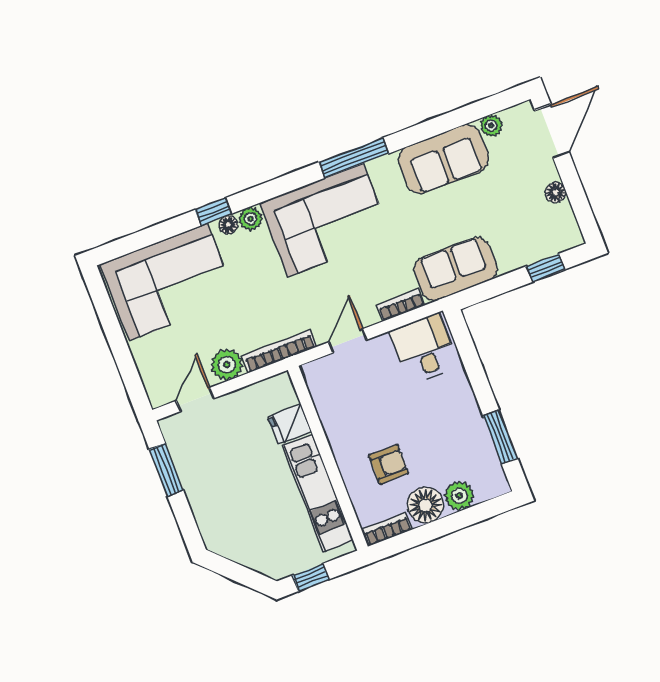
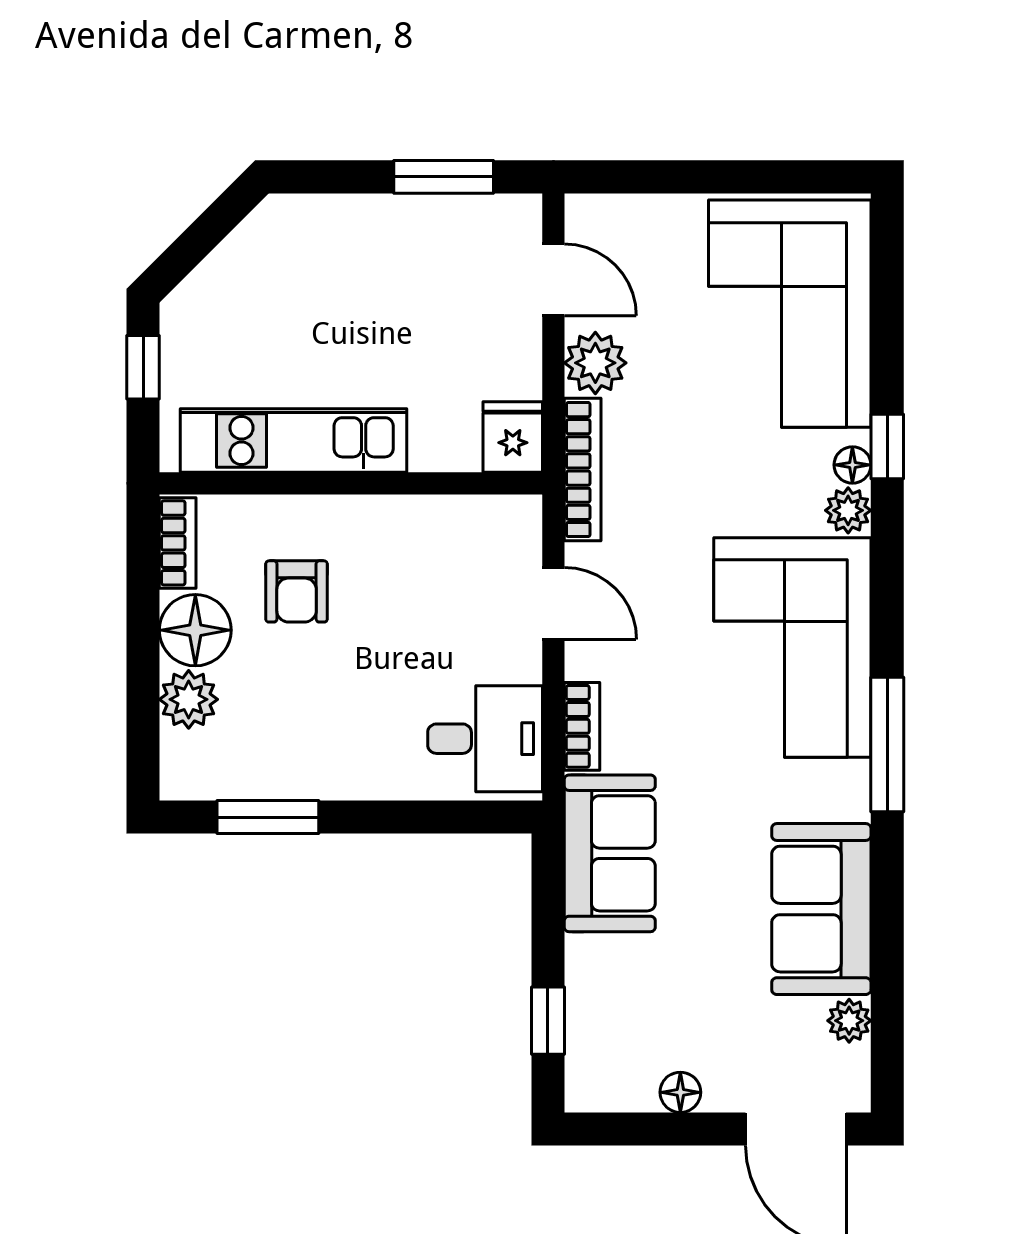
fridge: (290, 424) -> (513, 437), moved

